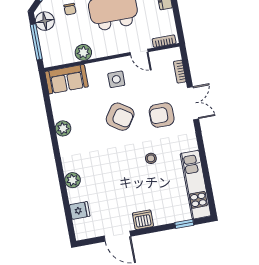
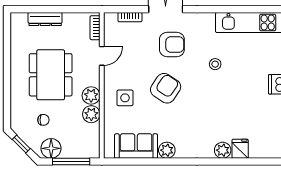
plant: (101, 49) -> (91, 96), added
sofa: (66, 79) -> (136, 146), moved, turned -90
side table: (116, 79) -> (125, 98), moved
armchair: (162, 115) -> (172, 44), turned -90
fridge: (80, 210) -> (240, 149), moved

